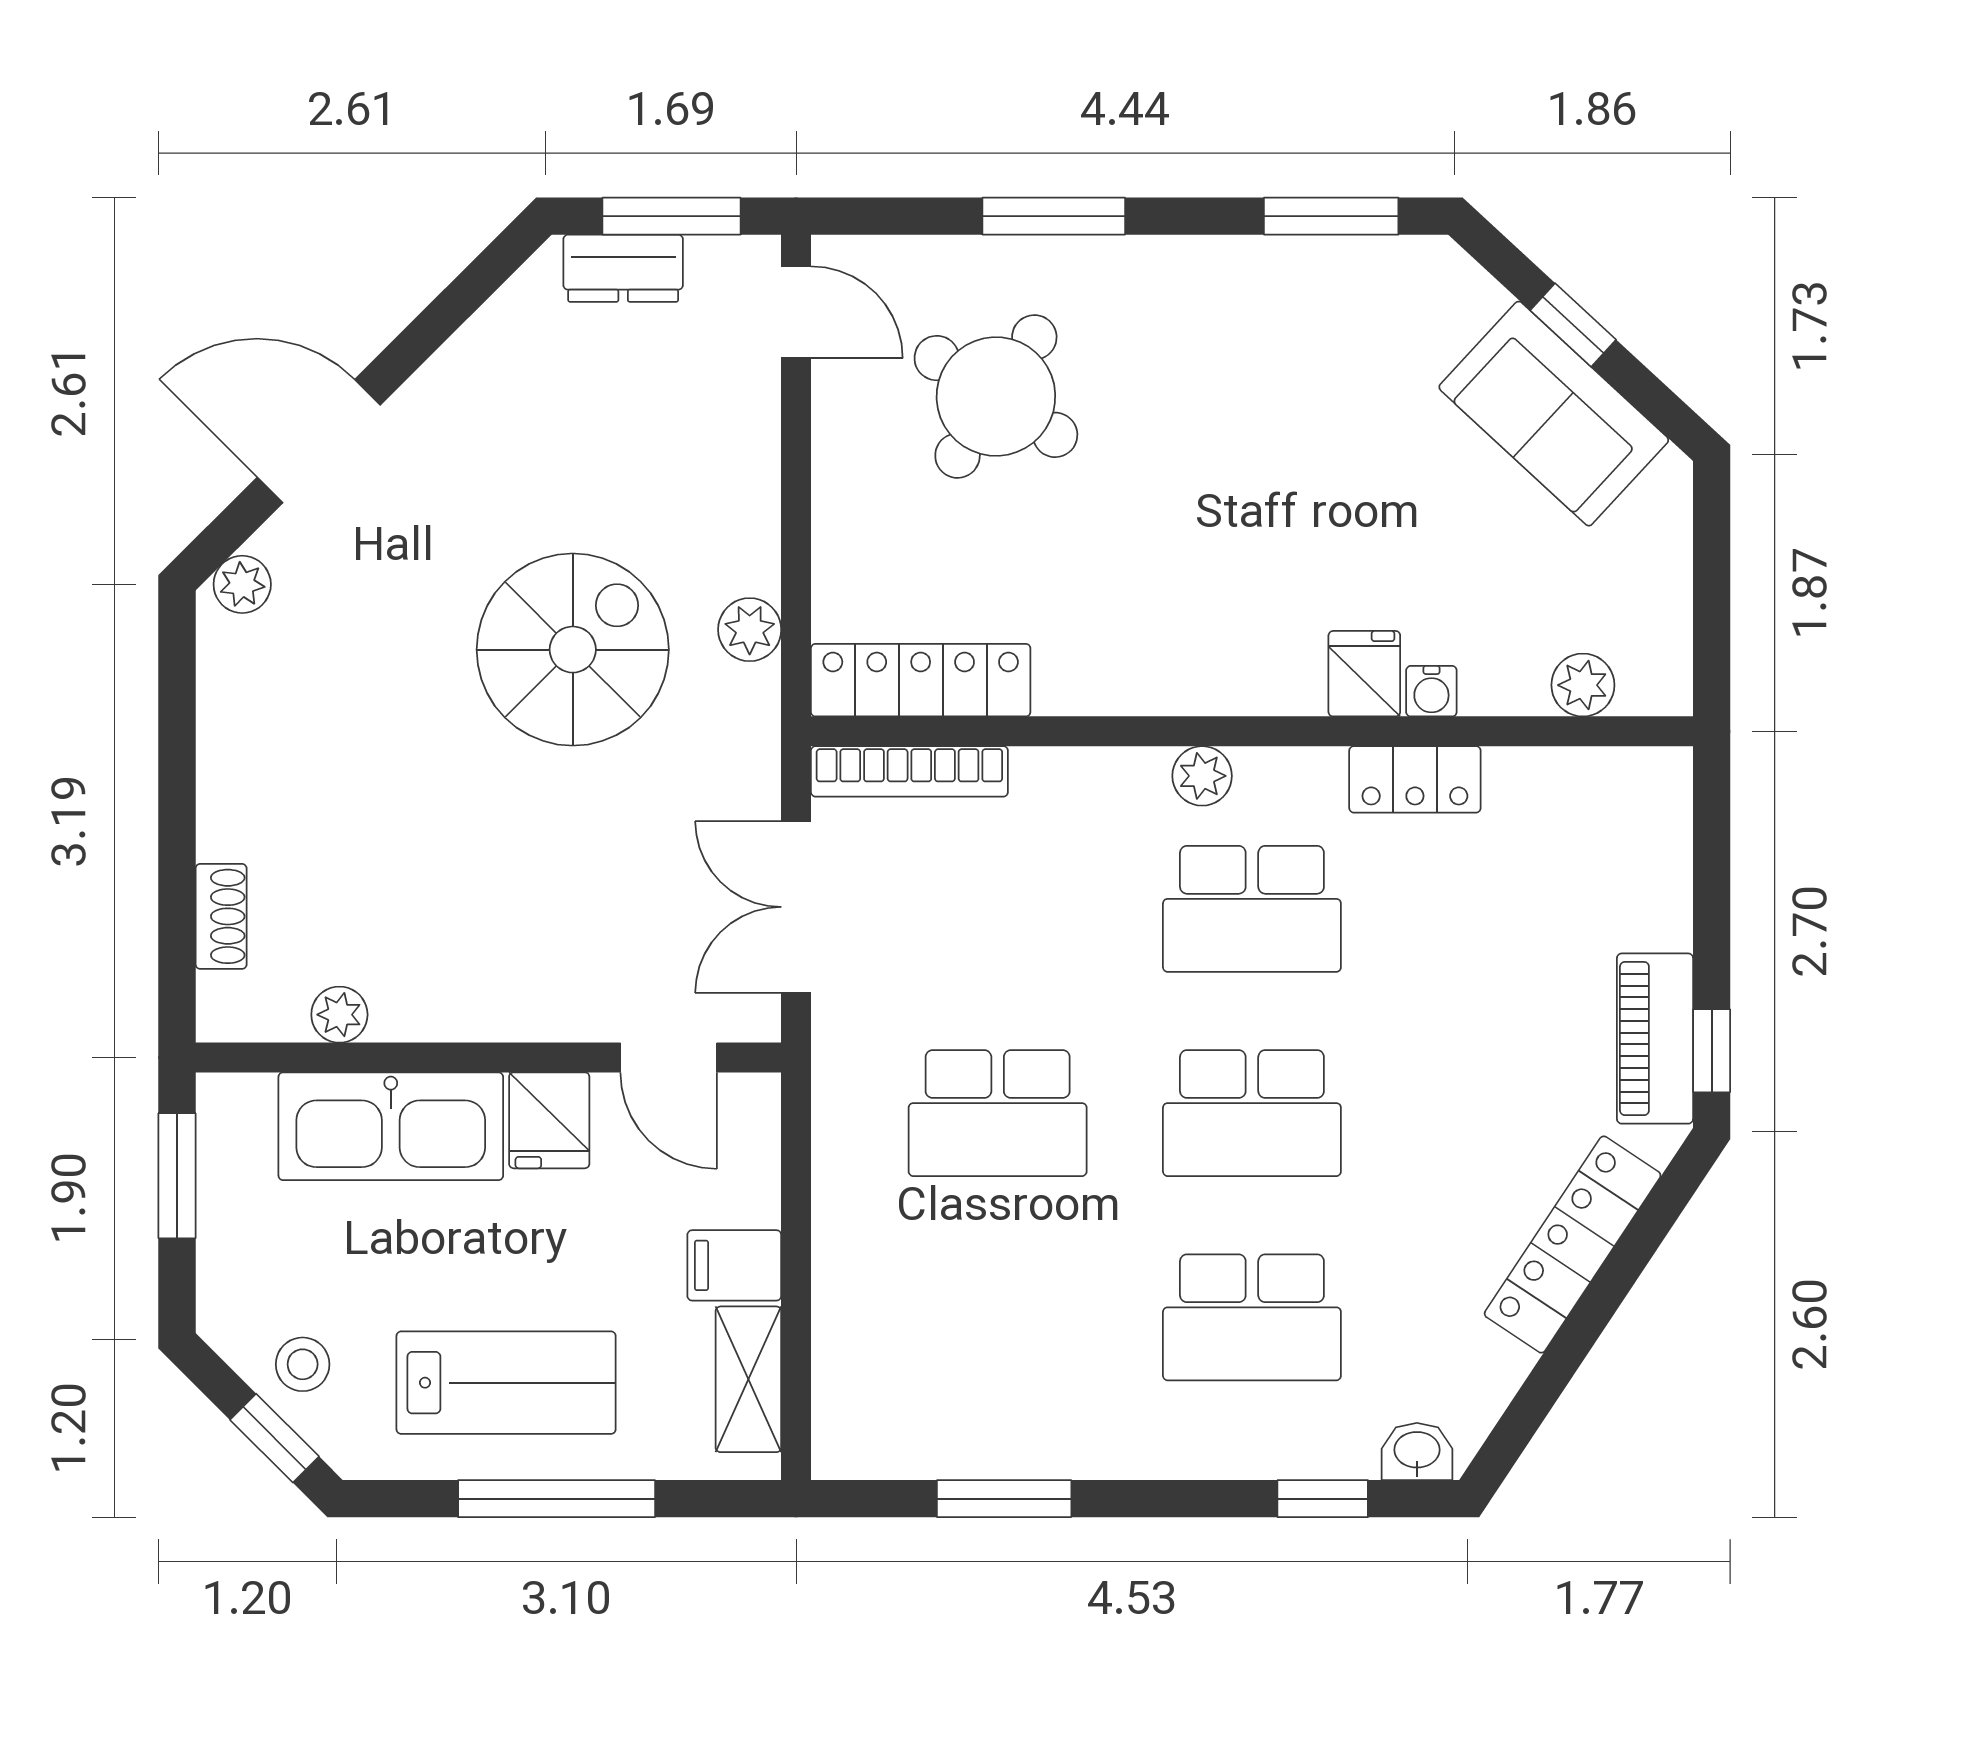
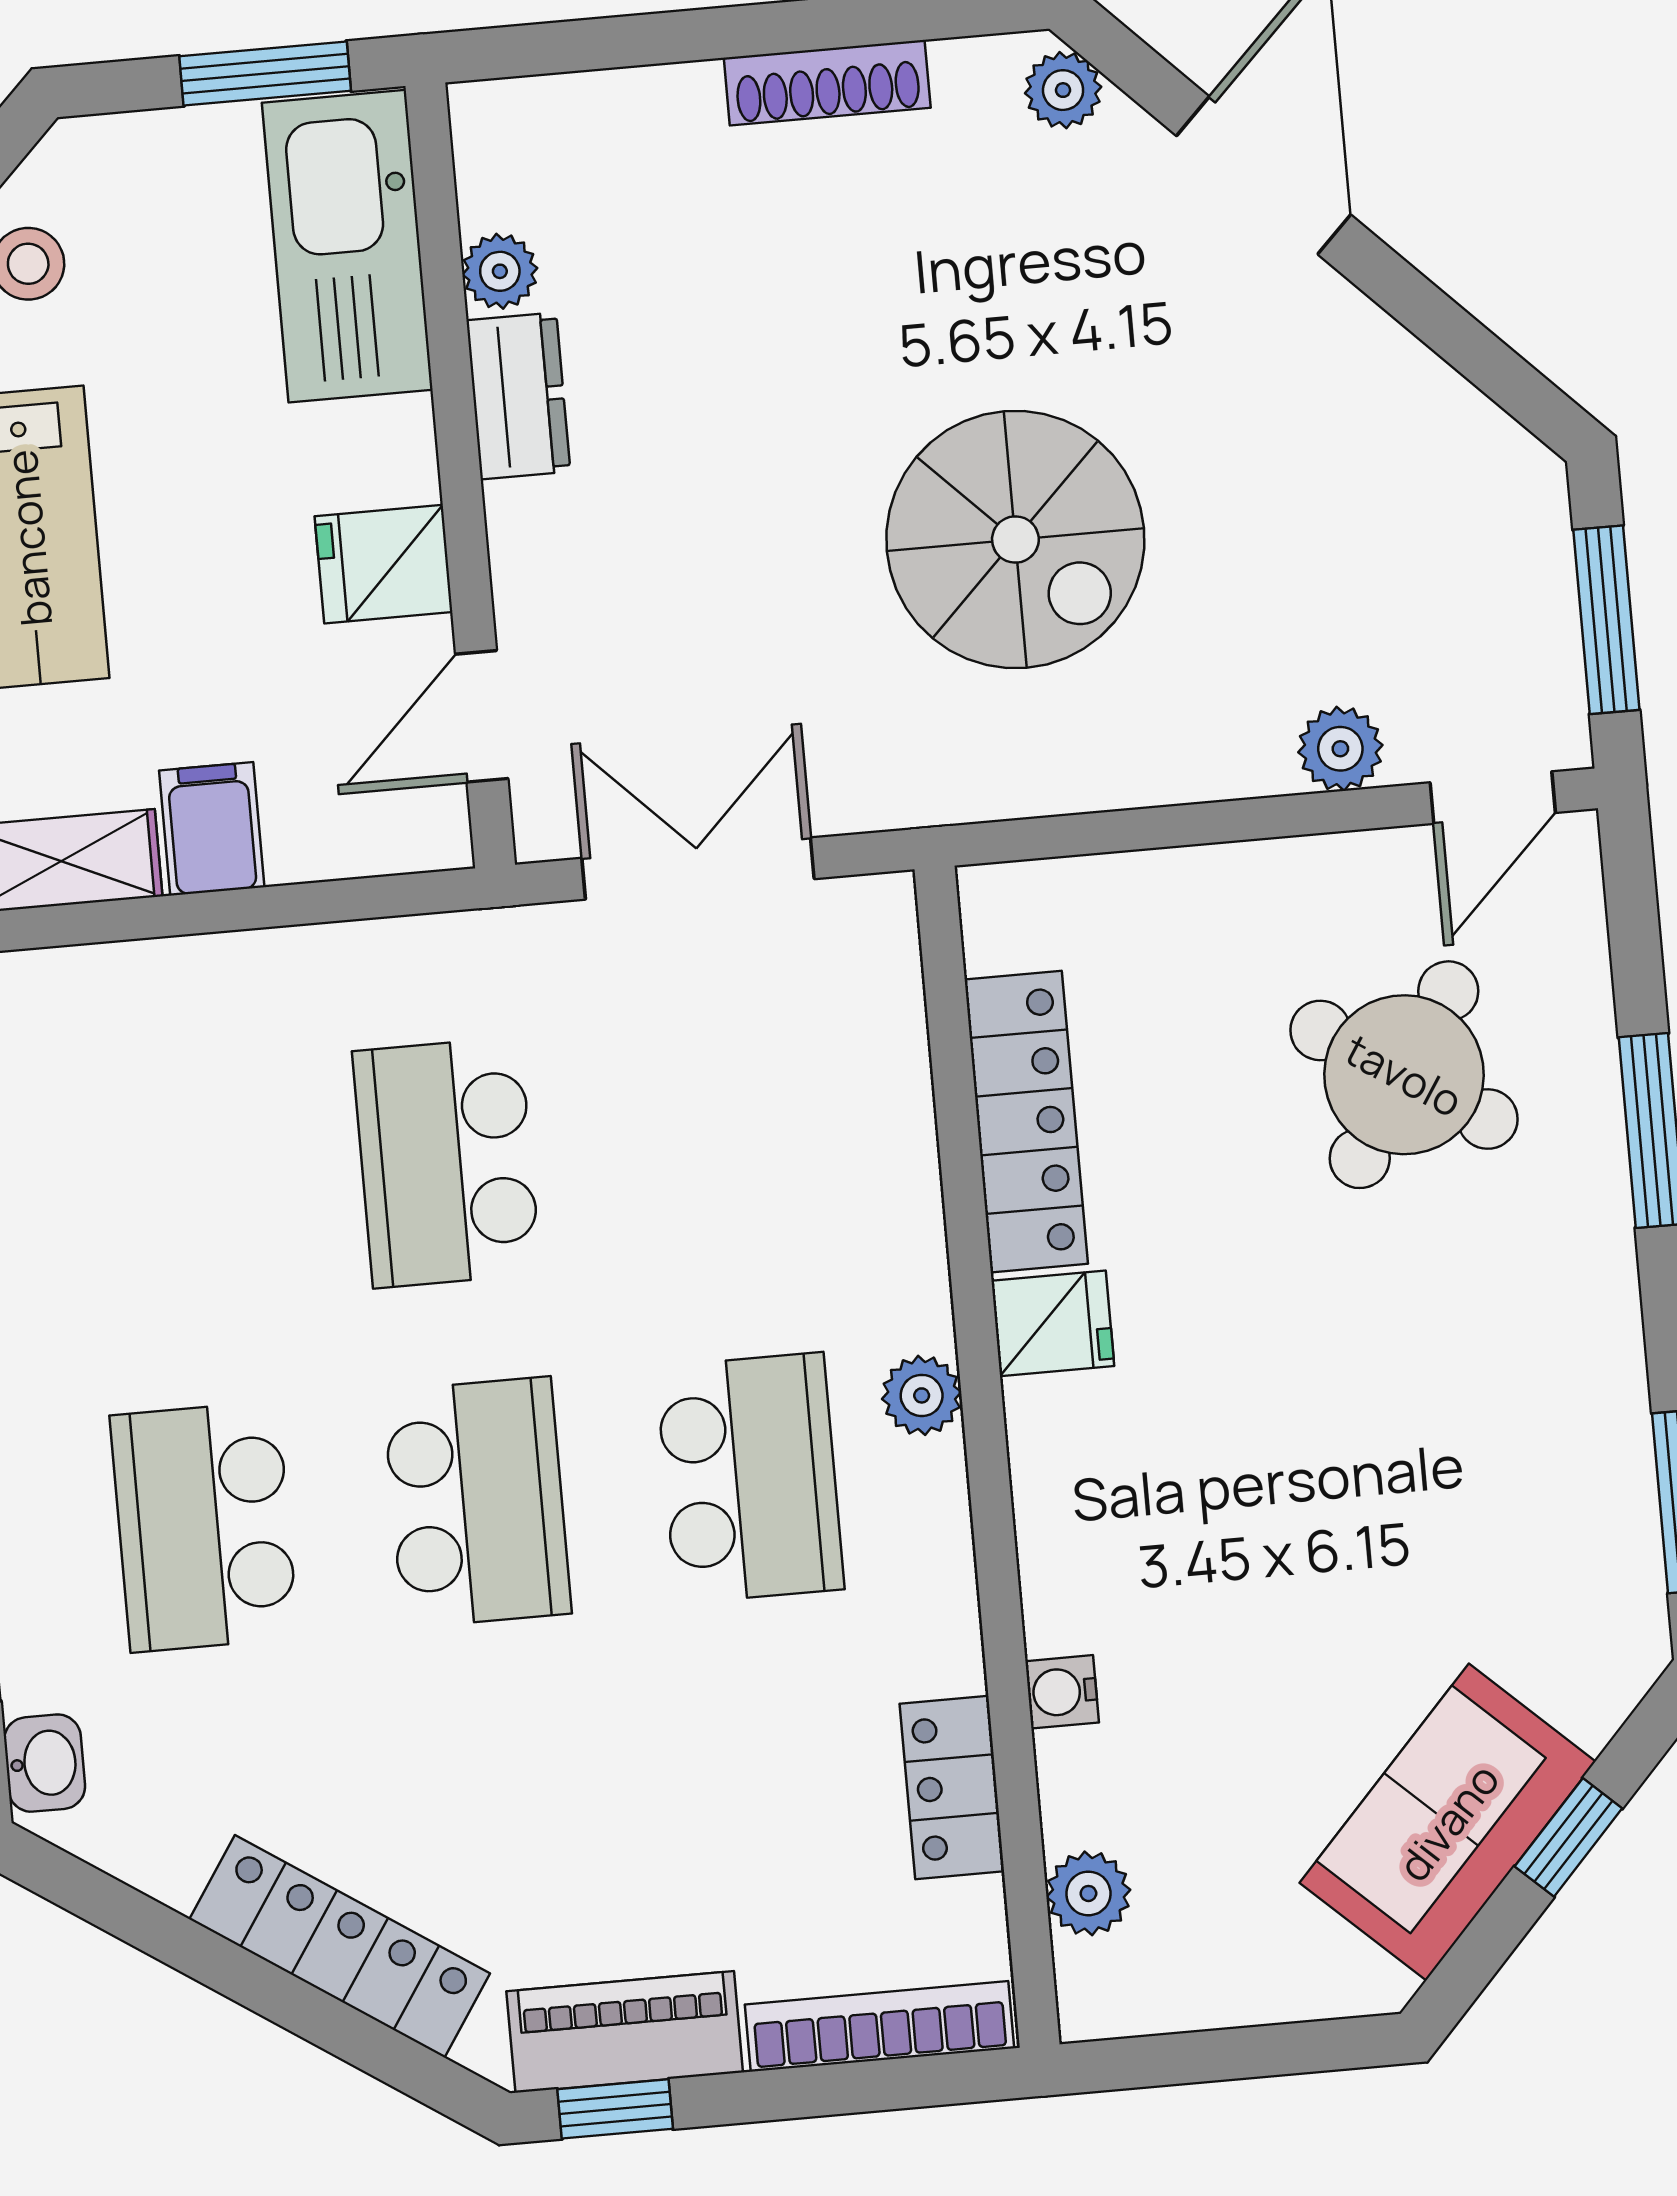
dresser: (623, 268) -> (518, 396), moved, turned 180
plant: (750, 630) -> (1340, 749), moved
fridge: (1364, 674) -> (1053, 1323), moved
locker: (921, 680) -> (1026, 1122), moved
bookcase: (909, 771) -> (880, 2026), moved, turned 90
locker: (1415, 779) -> (952, 1788), moved
school desk: (1252, 909) -> (750, 1478), turned 180
shoe rack: (221, 916) -> (827, 83), moved, width x1.43
school desk: (1252, 1113) -> (477, 1502), turned 180
kitchen sink: (391, 1126) -> (347, 246), moved

